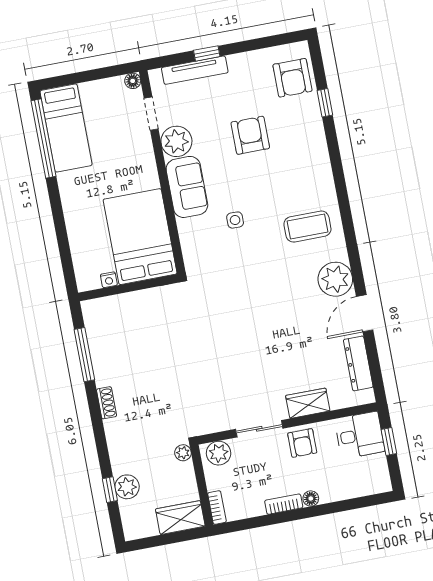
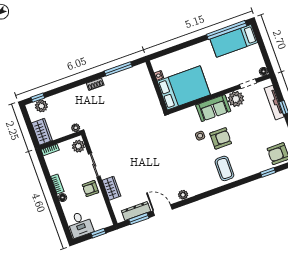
armchair: (250, 135) -> (221, 138), moved
coffee table: (307, 227) -> (224, 168), moved
plant: (335, 279) -> (183, 195), width x0.53, depth x0.53
window: (374, 361) -> (139, 219), added
desk: (360, 435) -> (80, 224), moved
plant: (127, 487) -> (41, 106), moved
window: (110, 490) -> (38, 98), moved

